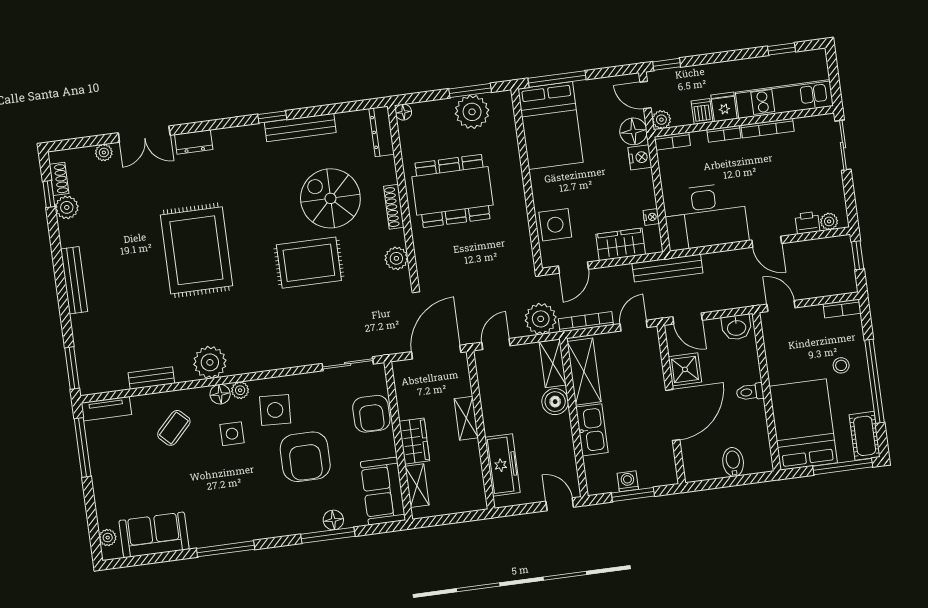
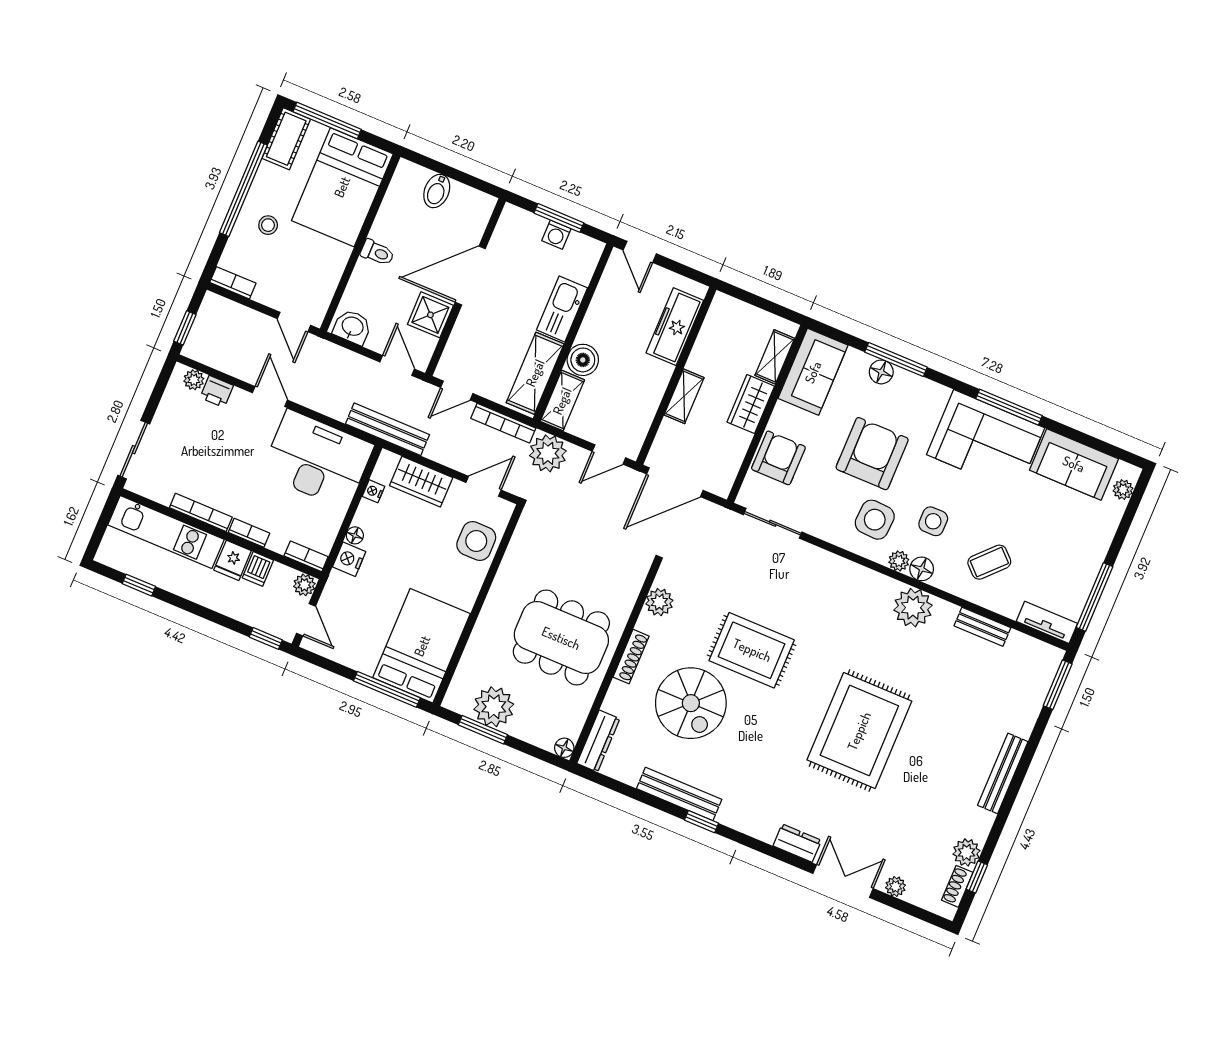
floor lamp: (633, 131) -> (355, 535), moved, width x0.53, depth x0.53
corner sofa: (228, 514) -> (986, 441), added

